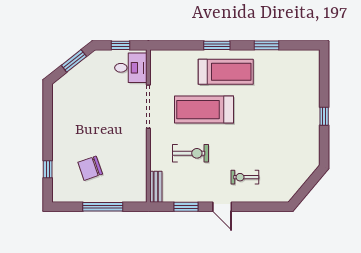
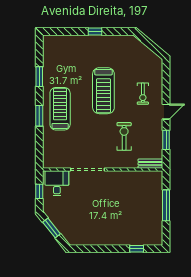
treadmill: (204, 110) -> (103, 91), moved
chair: (90, 168) -> (136, 215), removed

